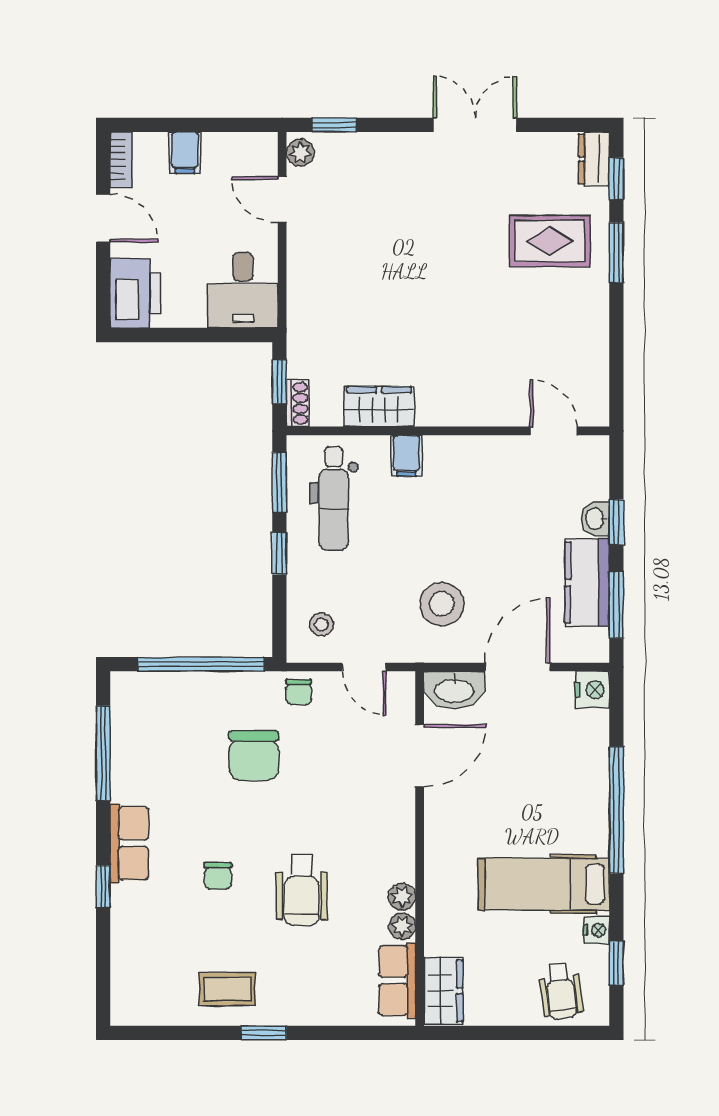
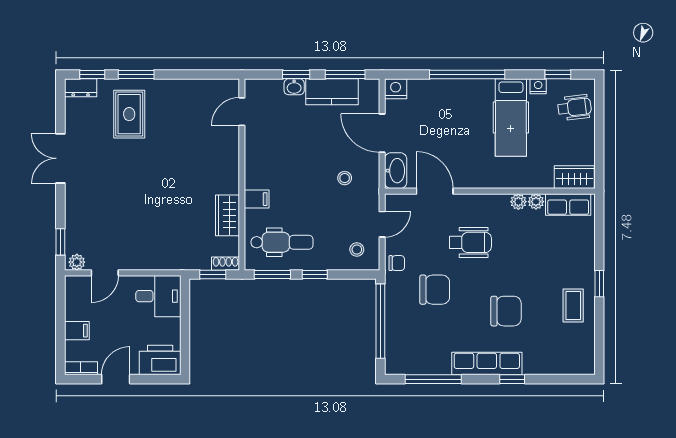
stool: (442, 604) -> (345, 178), width x0.53, depth x0.53
row of seats: (129, 843) -> (487, 364), width x1.48
chair: (218, 876) -> (506, 311), width x1.87, depth x1.87
wheelchair: (301, 890) -> (470, 242), moved

